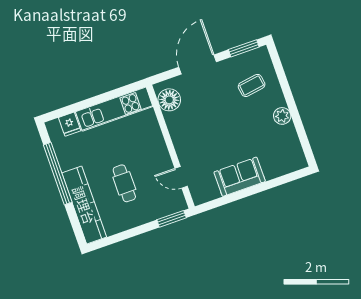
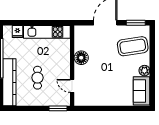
coffee table: (252, 85) -> (133, 46), width x1.86, depth x1.72
floor lamp: (169, 100) -> (81, 58), moved
sofa: (240, 177) -> (142, 91), moved, turned -90

